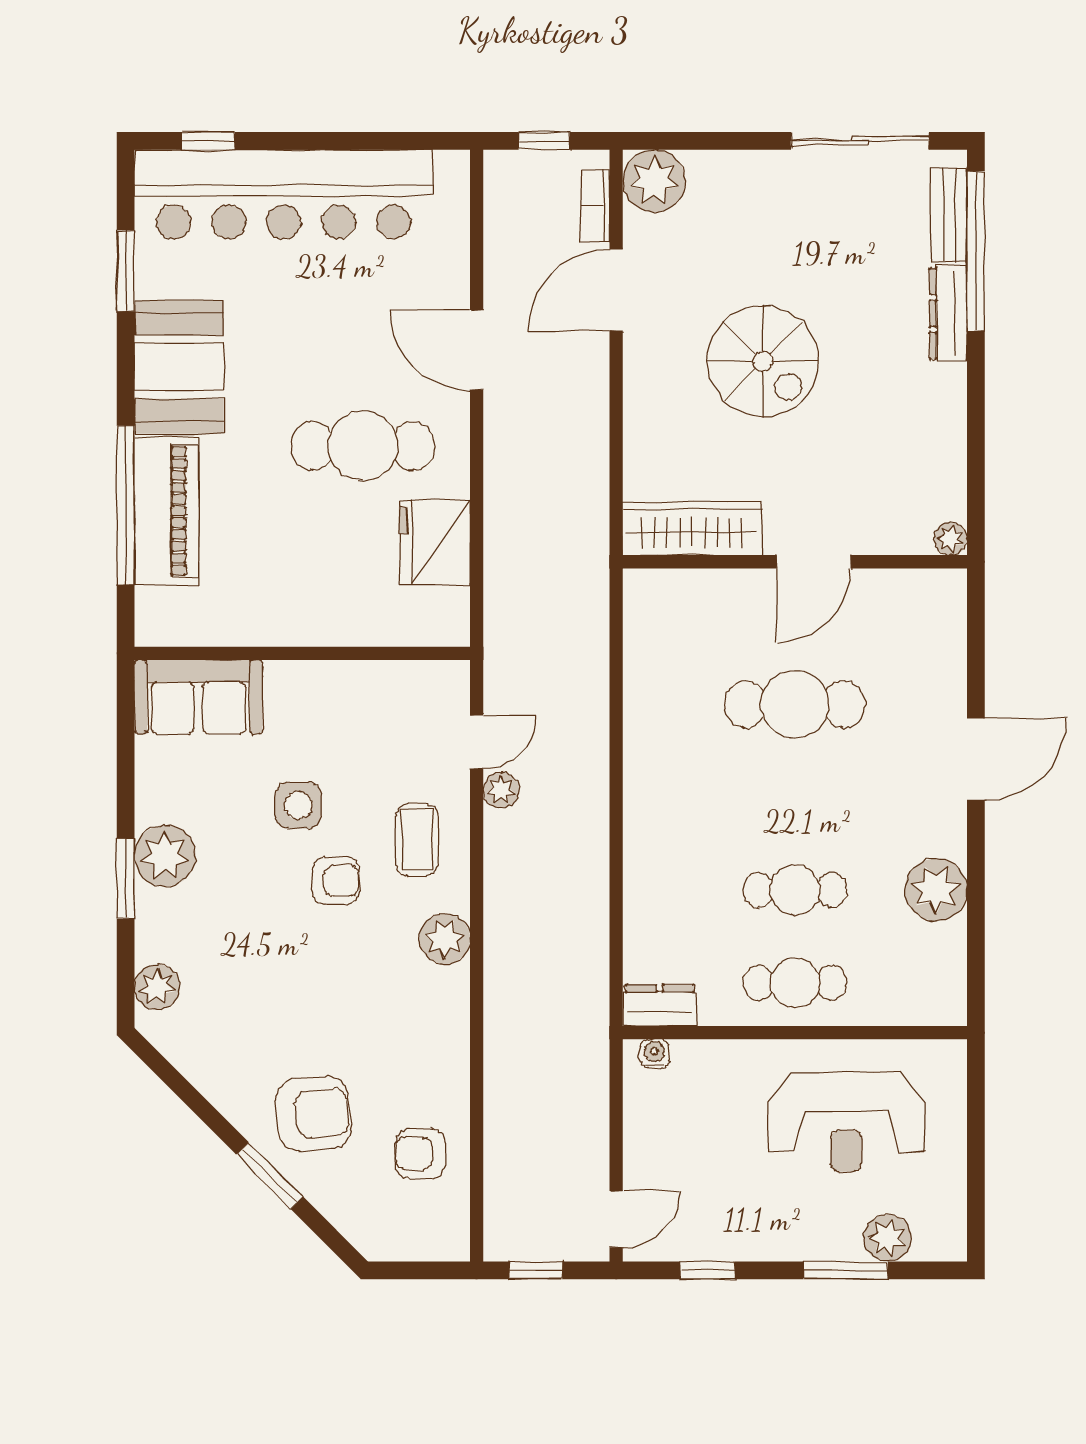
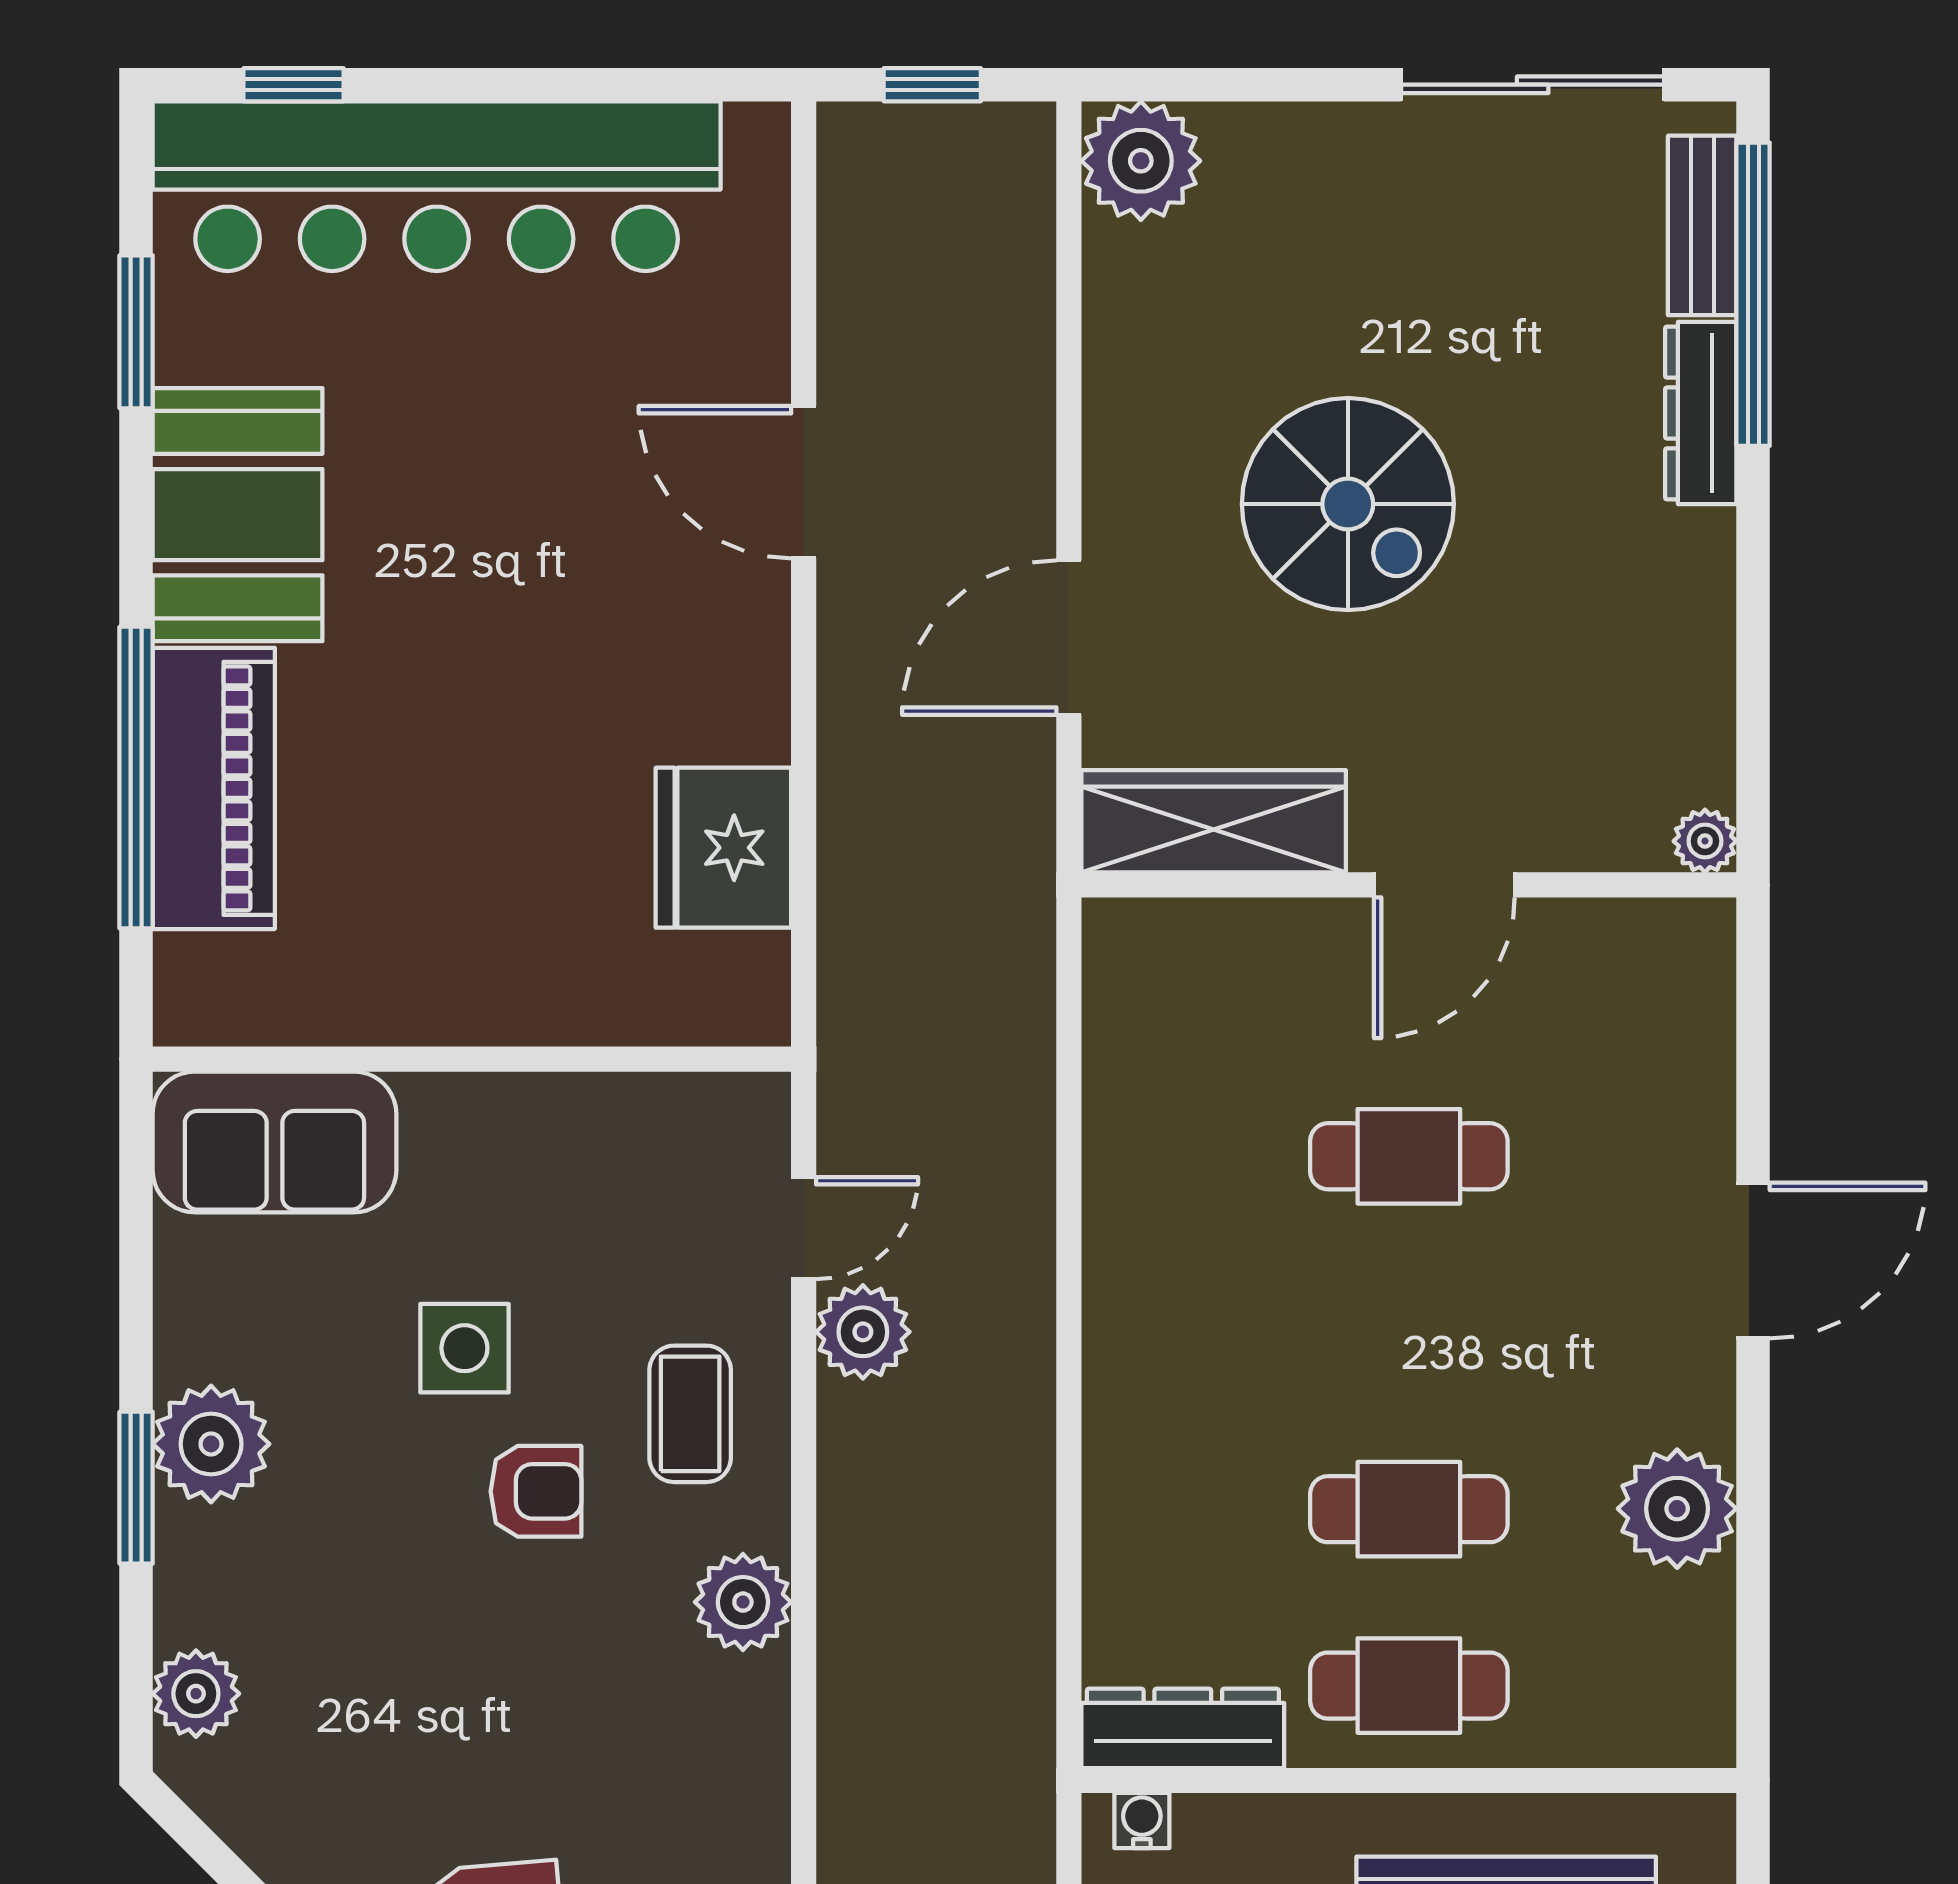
bookcase: (595, 206) -> (1029, 208), removed
door: (616, 290) -> (1069, 638), moved
cafe table: (363, 446) -> (587, 665), removed
cafe table: (795, 704) -> (1409, 1156), width x0.73, depth x0.74
plant: (501, 790) -> (863, 1332), width x1.38, depth x1.38
dresser: (660, 1005) -> (1183, 1728), width x1.44

